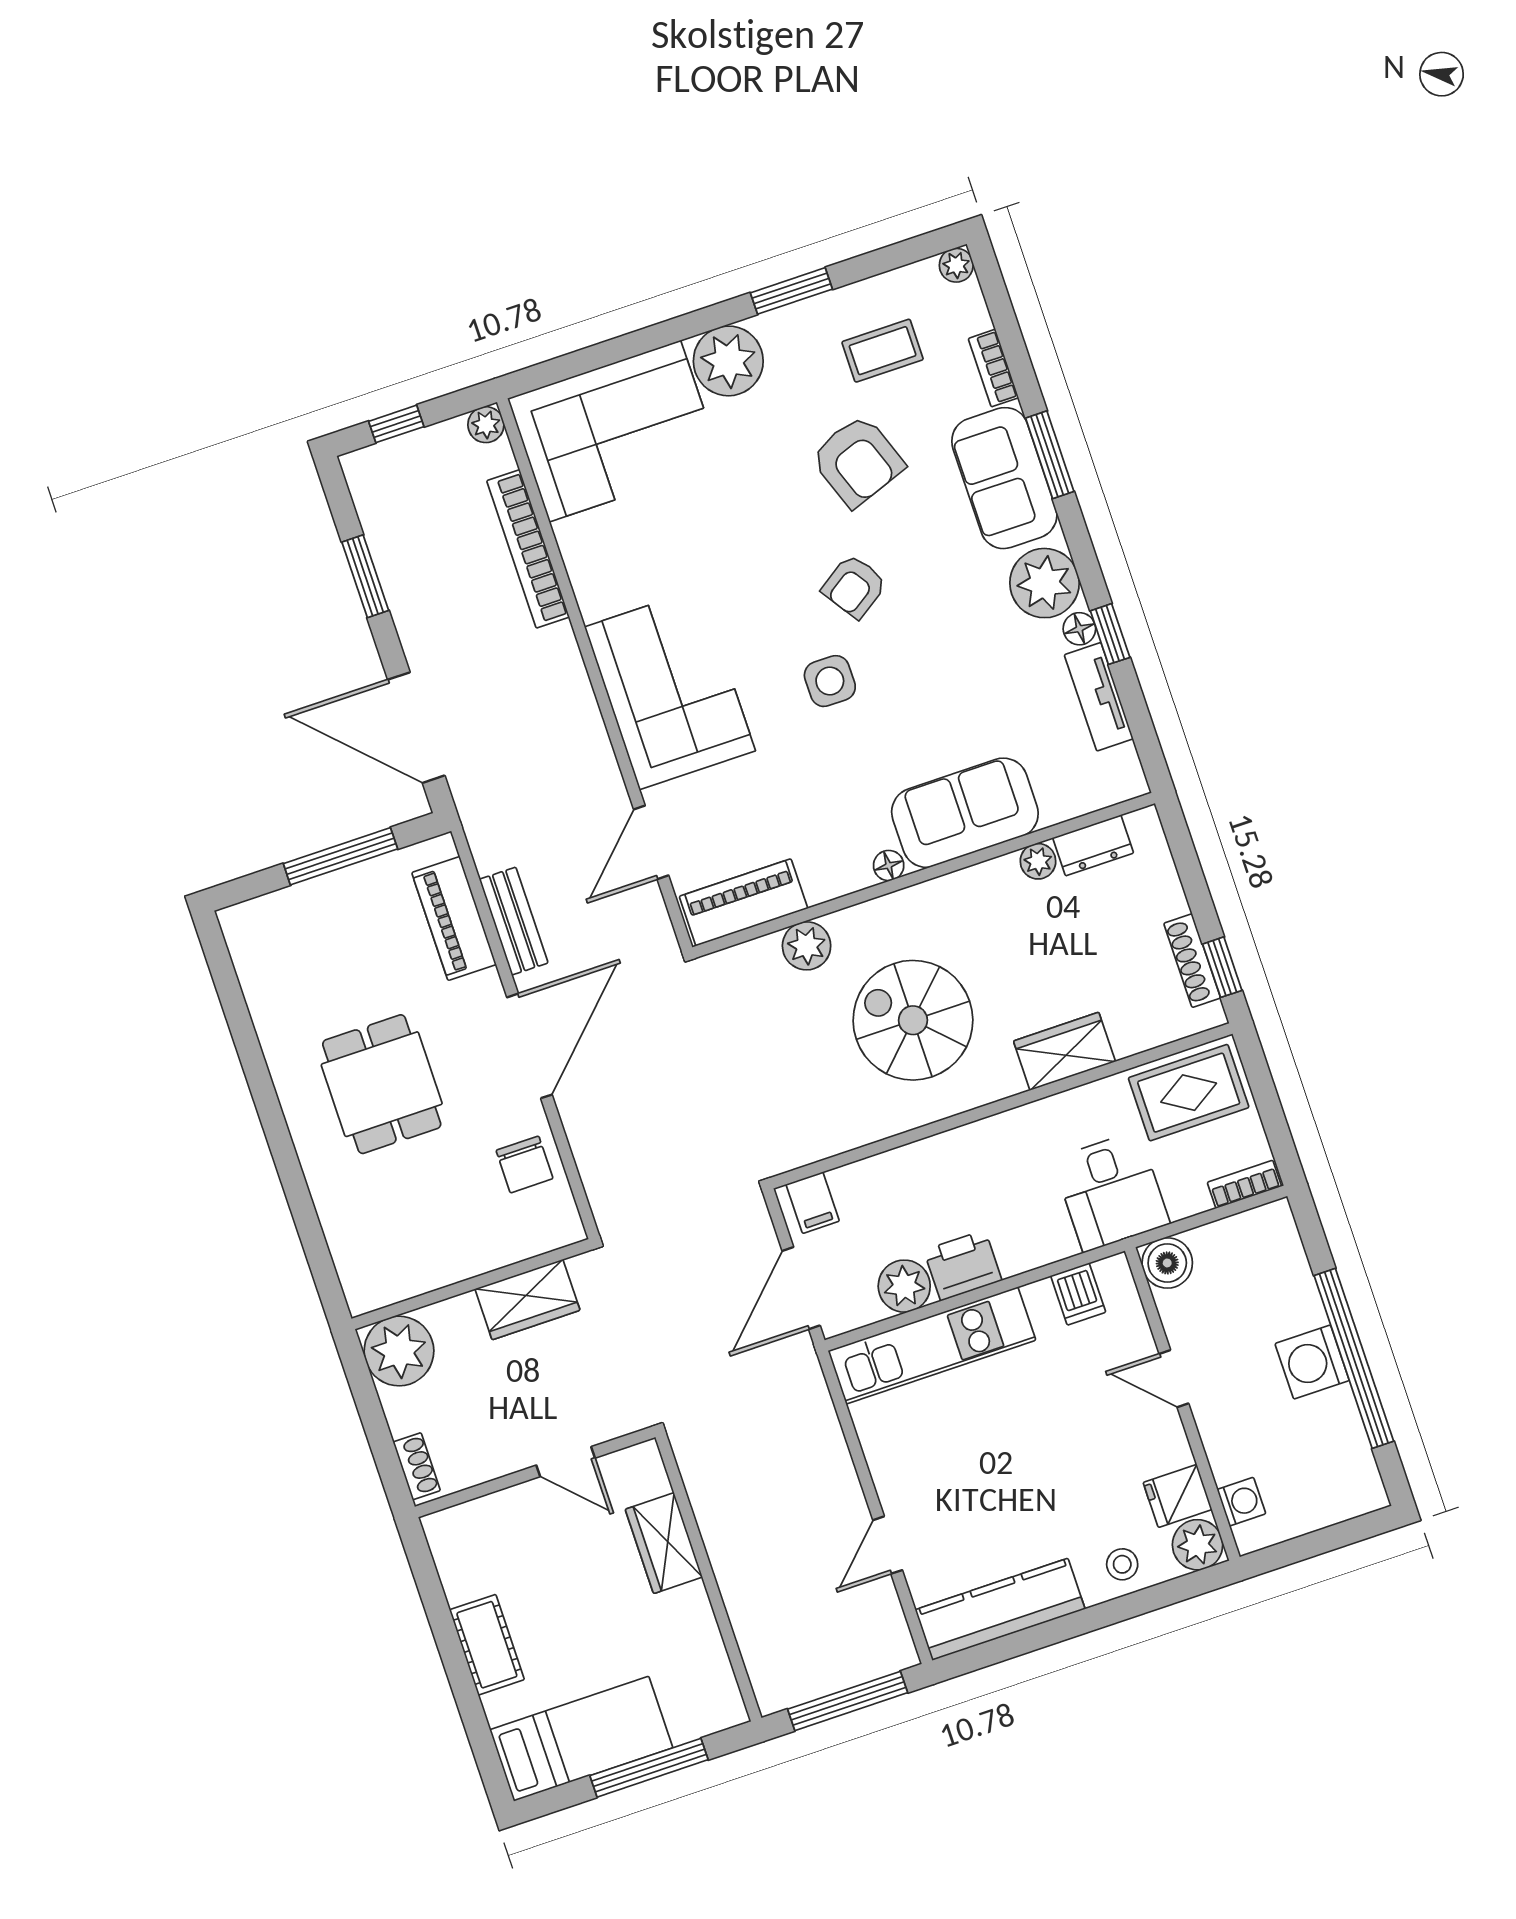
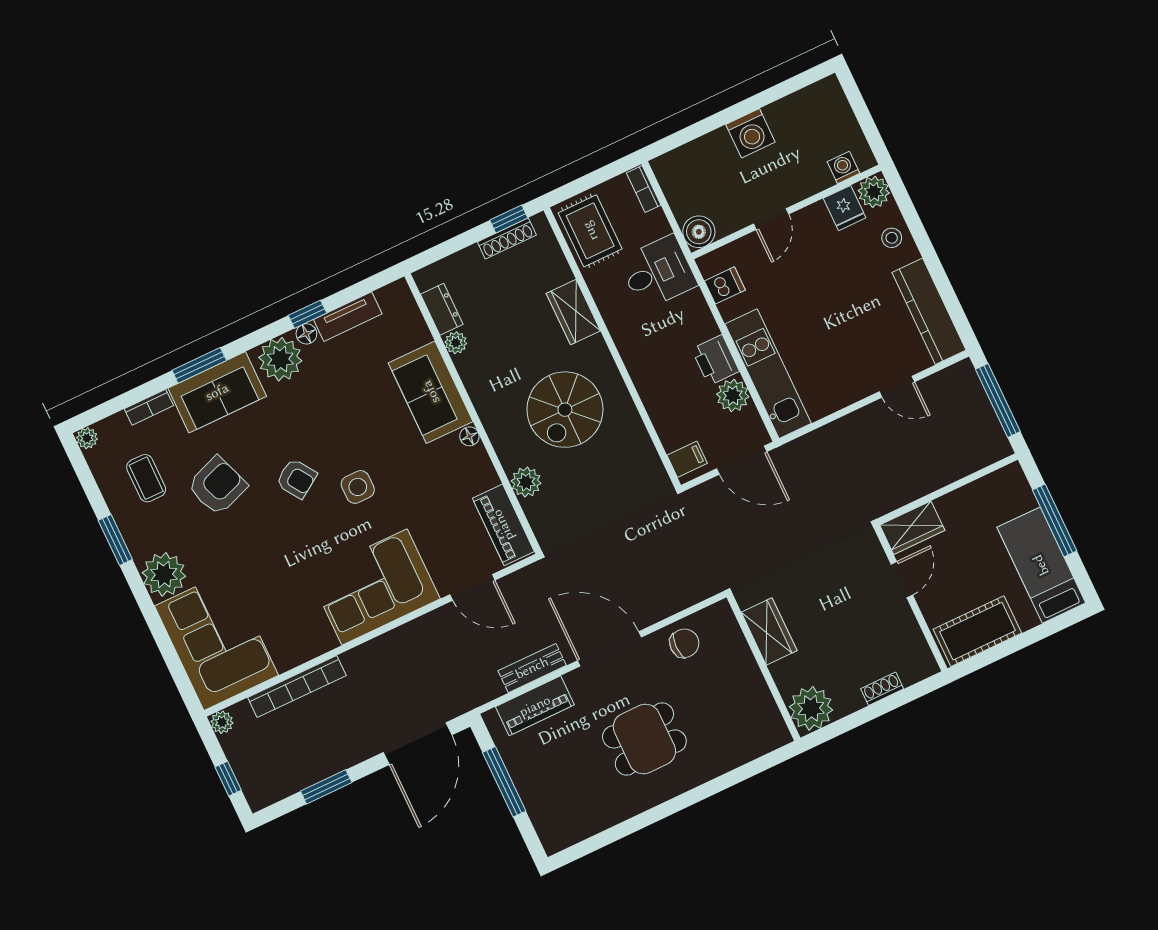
window: (1354, 1358) -> (745, 107), removed
door: (566, 1462) -> (902, 580), moved
wall: (535, 1472) -> (910, 598), moved
cot: (487, 1645) -> (977, 631), width x1.37, depth x1.34

